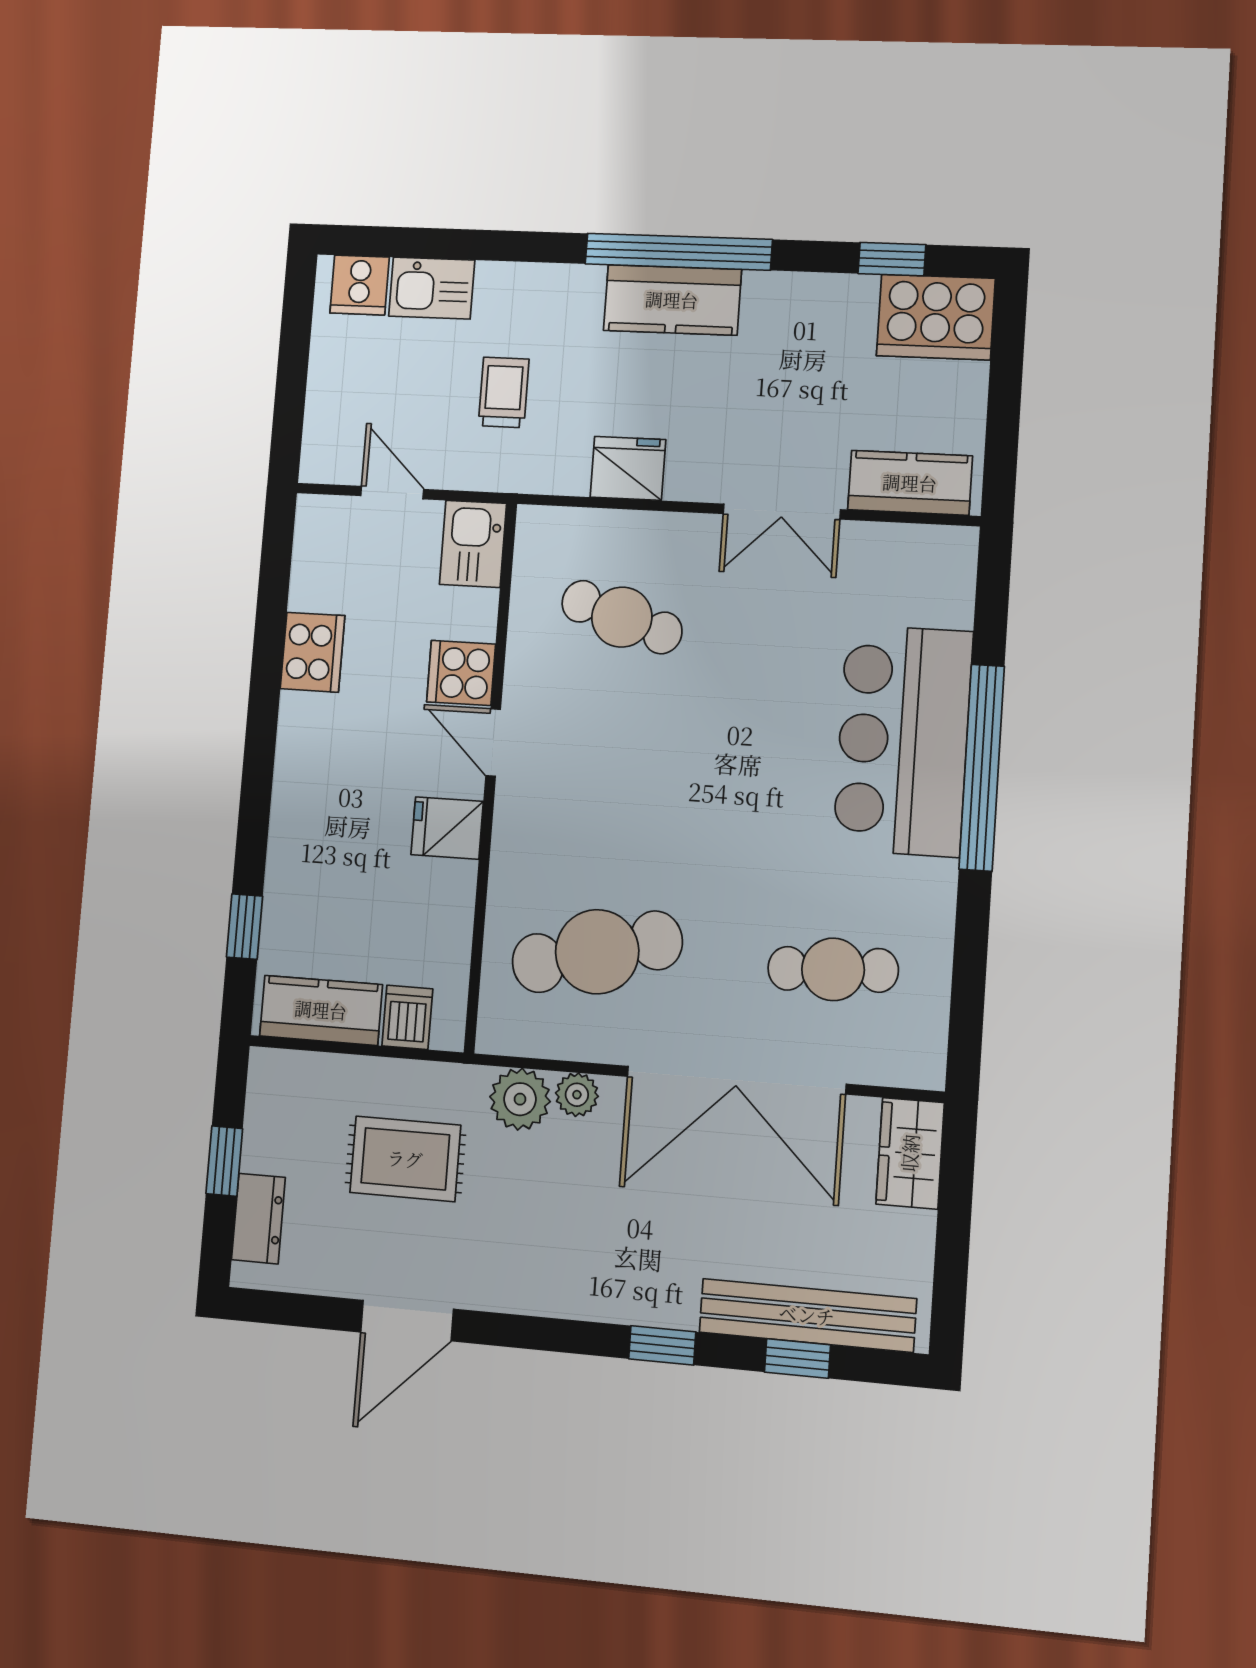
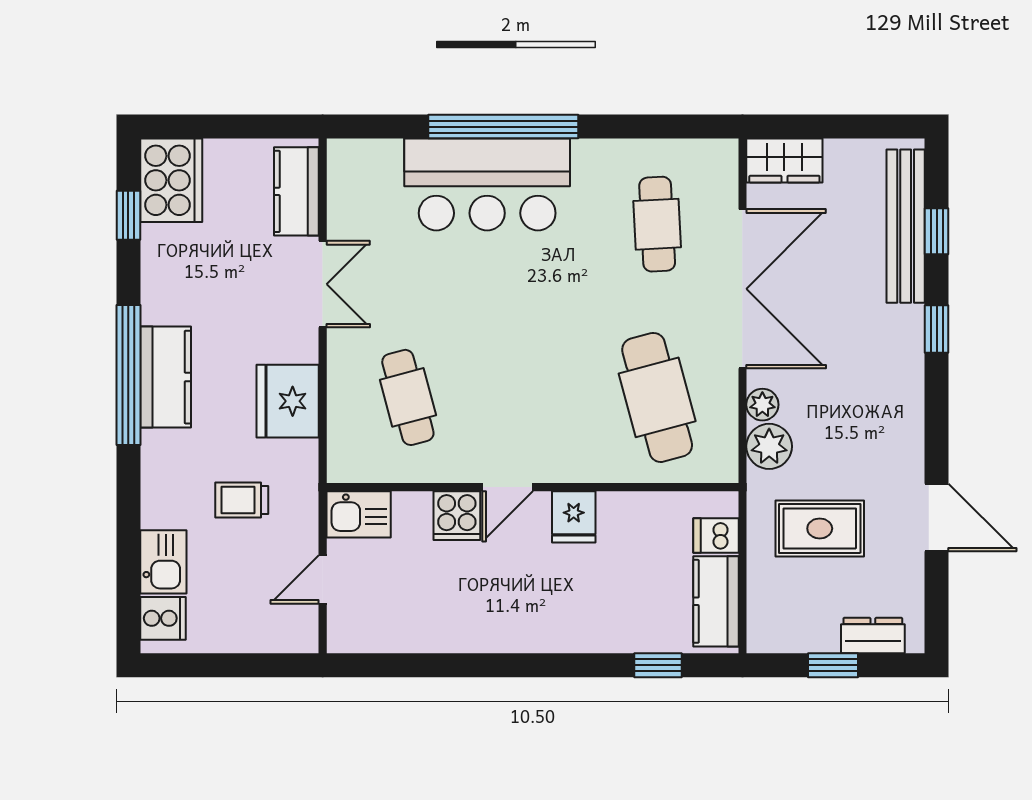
fridge: (628, 468) -> (288, 401), width x1.36, depth x1.34
cafe table: (622, 617) -> (408, 397), turned -33
cooker: (313, 652) -> (448, 631), removed
rug: (405, 1159) -> (820, 528), turned 90

